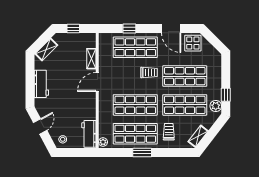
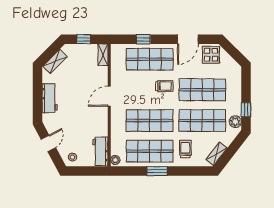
door: (171, 29) -> (188, 39), hinge flipped
shelving: (91, 59) -> (103, 55), moved

